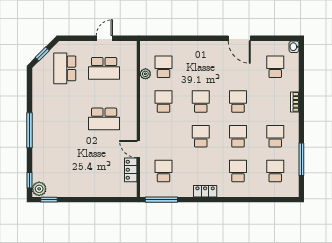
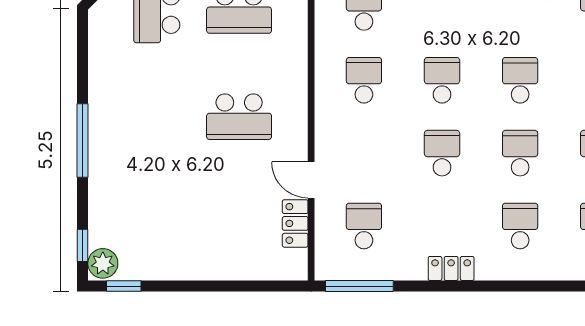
plant: (145, 74) -> (326, 22), removed

